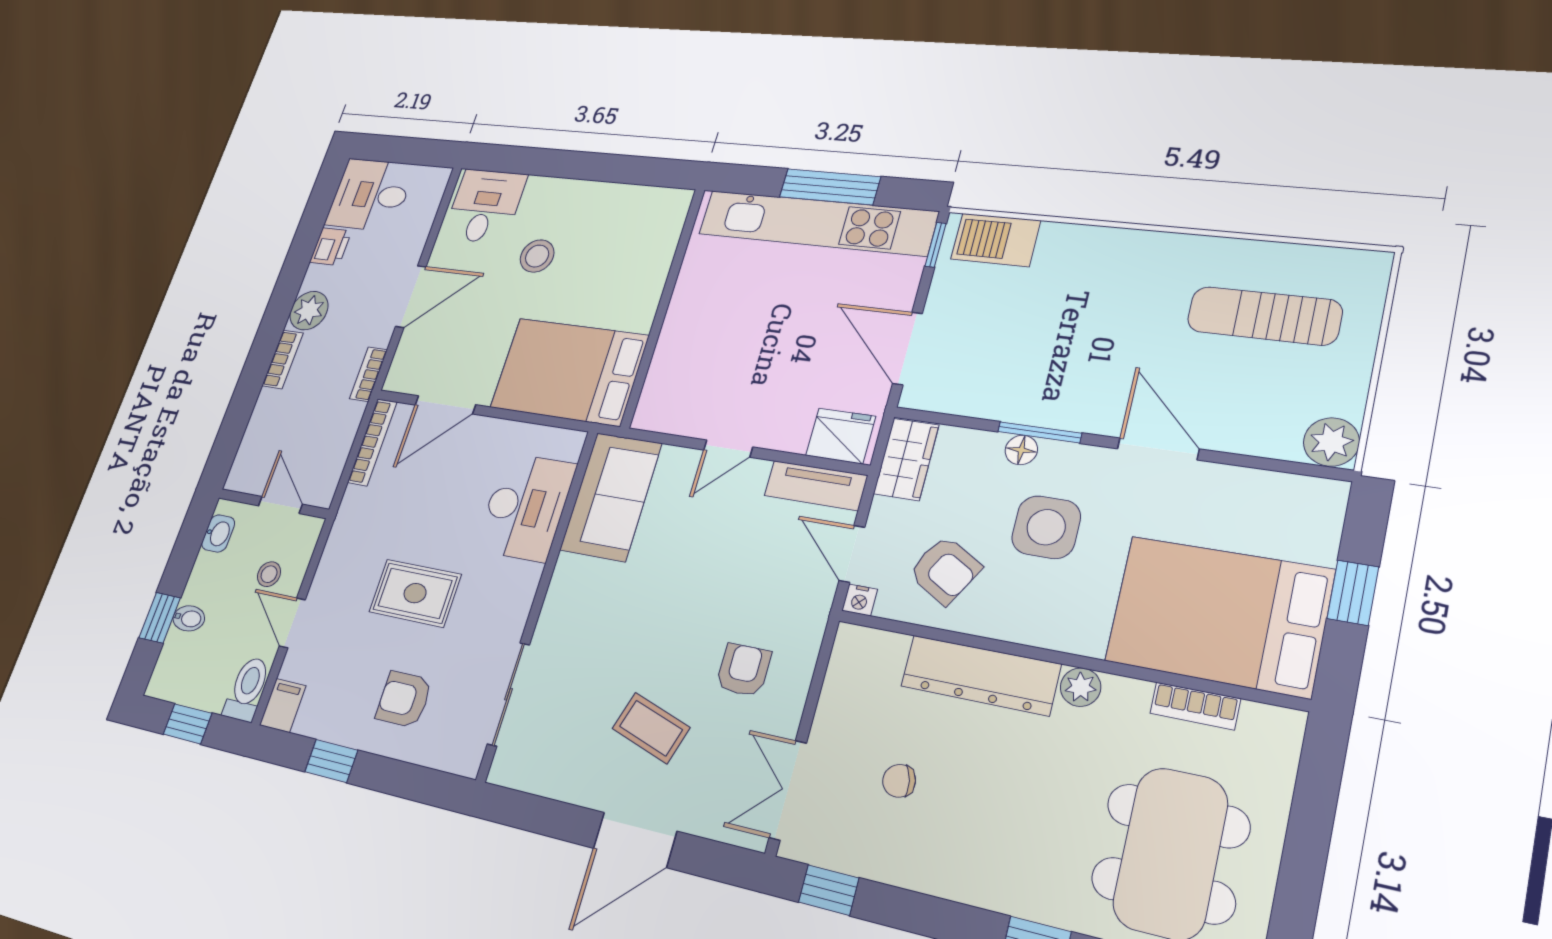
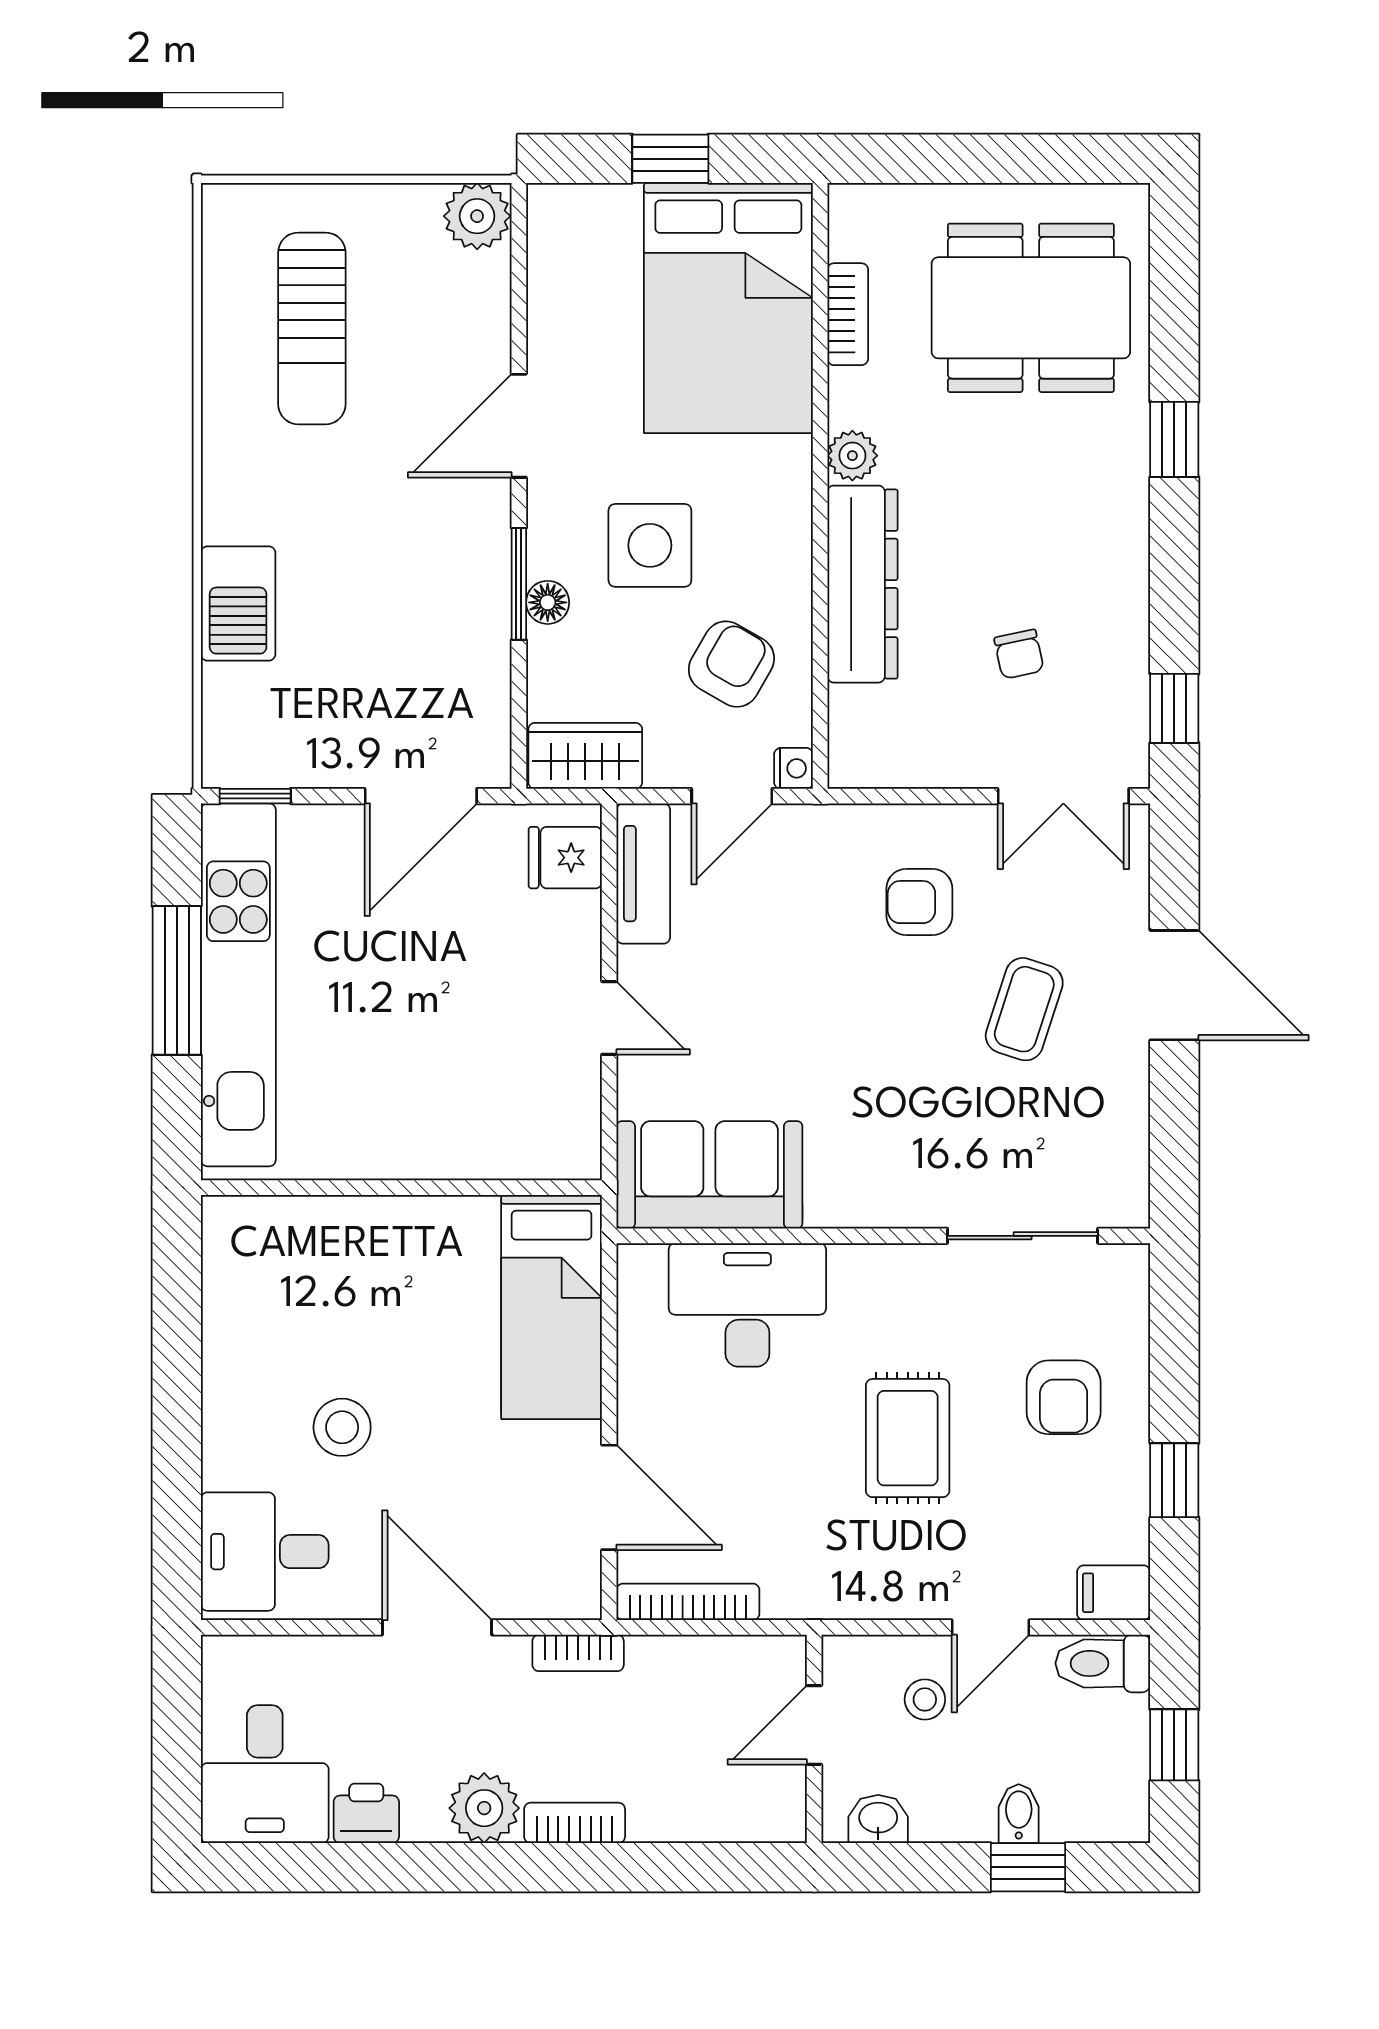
barbecue: (996, 240) -> (238, 603), moved
bed: (569, 371) -> (552, 1307), width x0.67
fridge: (841, 436) -> (565, 858), width x0.72

